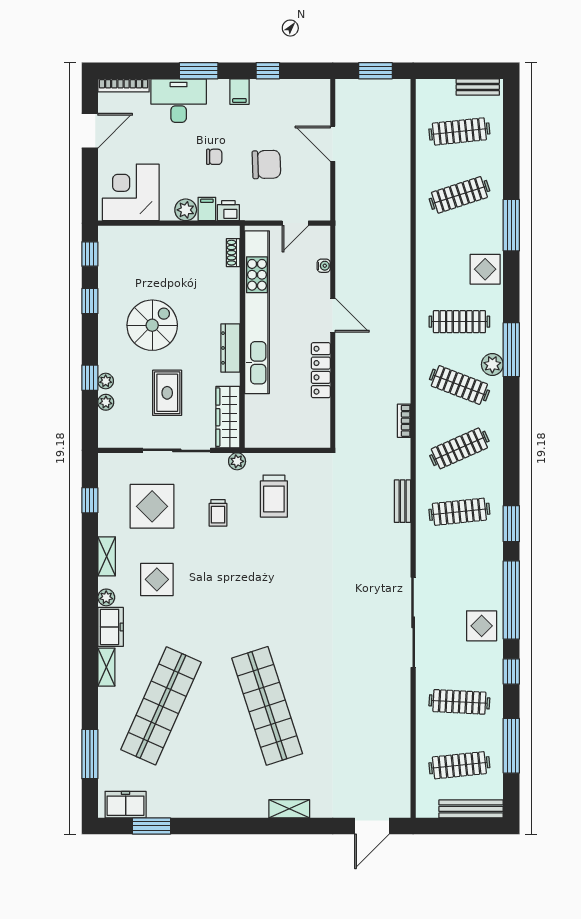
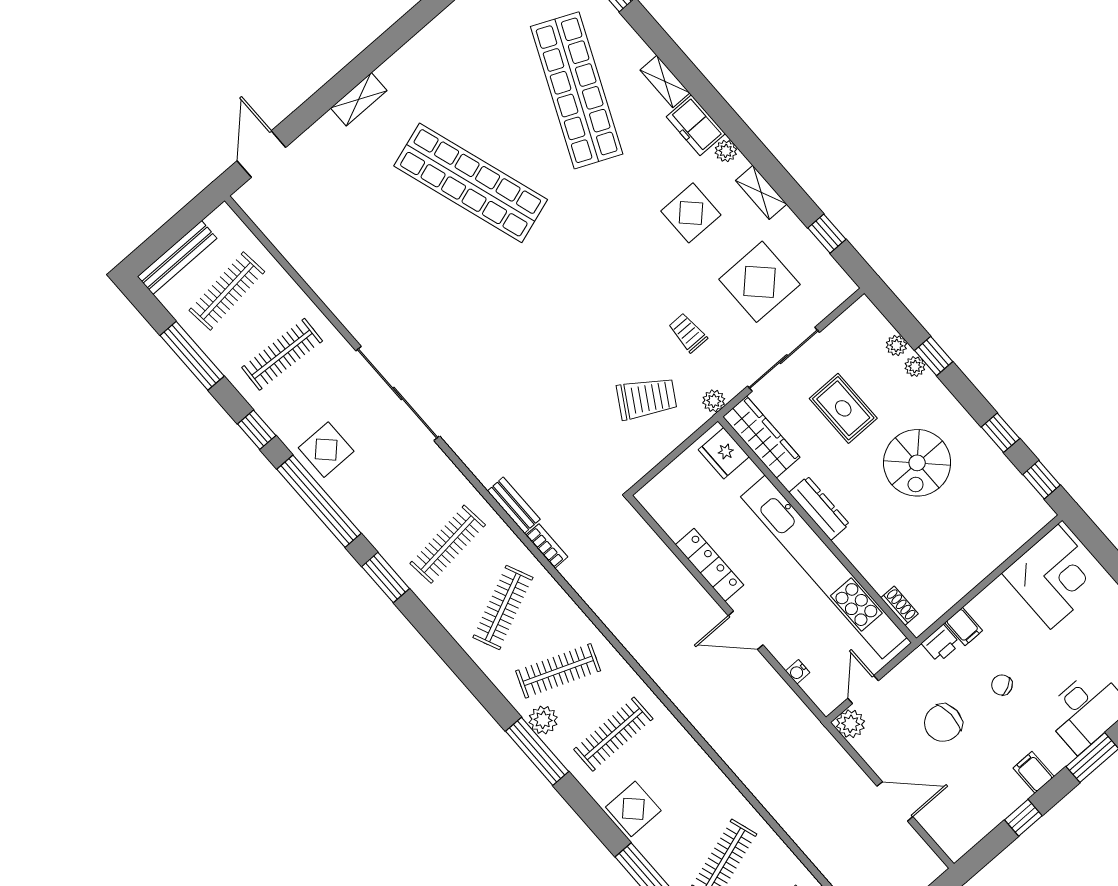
chair: (214, 157) -> (1002, 685), turned 63
plant: (186, 210) -> (851, 724), moved
bookcase: (404, 421) -> (547, 546), moved
fridge: (257, 427) -> (724, 453), added
trolley: (274, 496) -> (647, 398), turned 121

